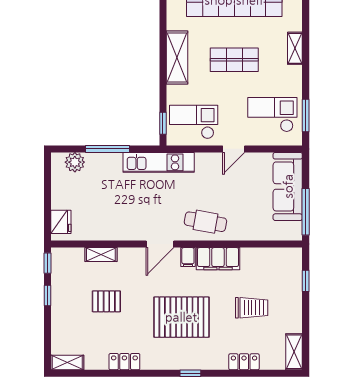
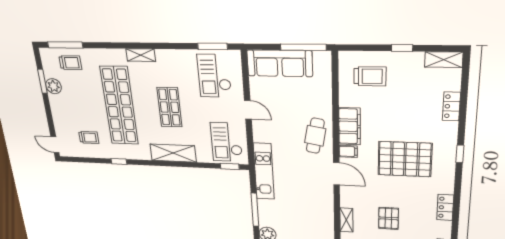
shelving: (295, 48) -> (141, 55), moved
window: (306, 281) -> (402, 48), moved
trolley: (252, 308) -> (370, 76), moved, turned 90
pallet: (181, 317) -> (405, 159), turned 90

